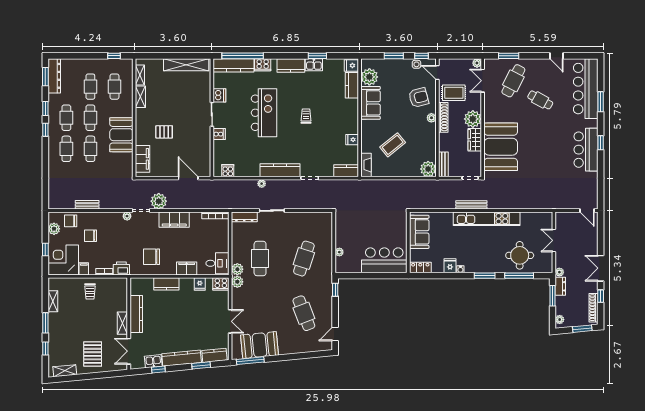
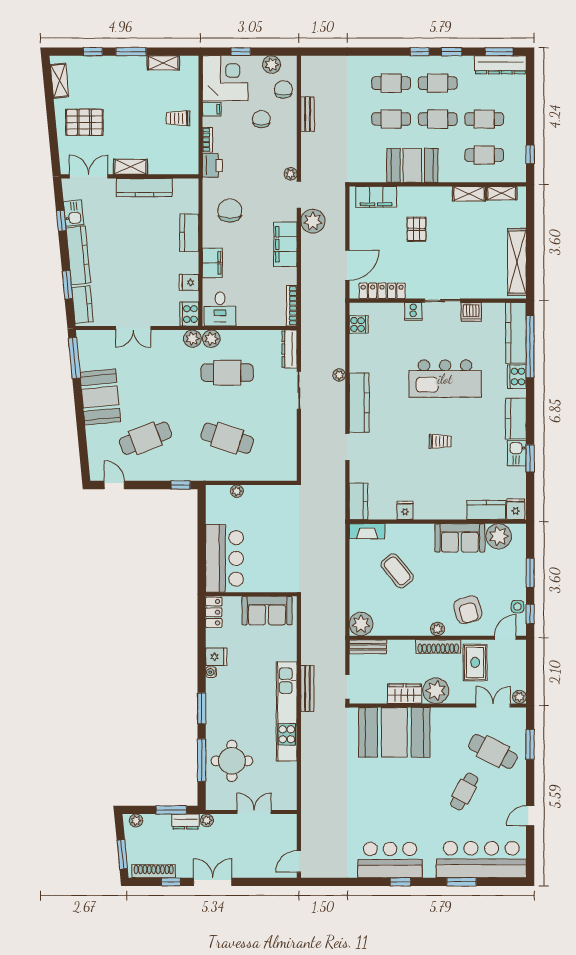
locker: (205, 155) -> (382, 291), added
booth: (260, 345) -> (100, 397), moved

